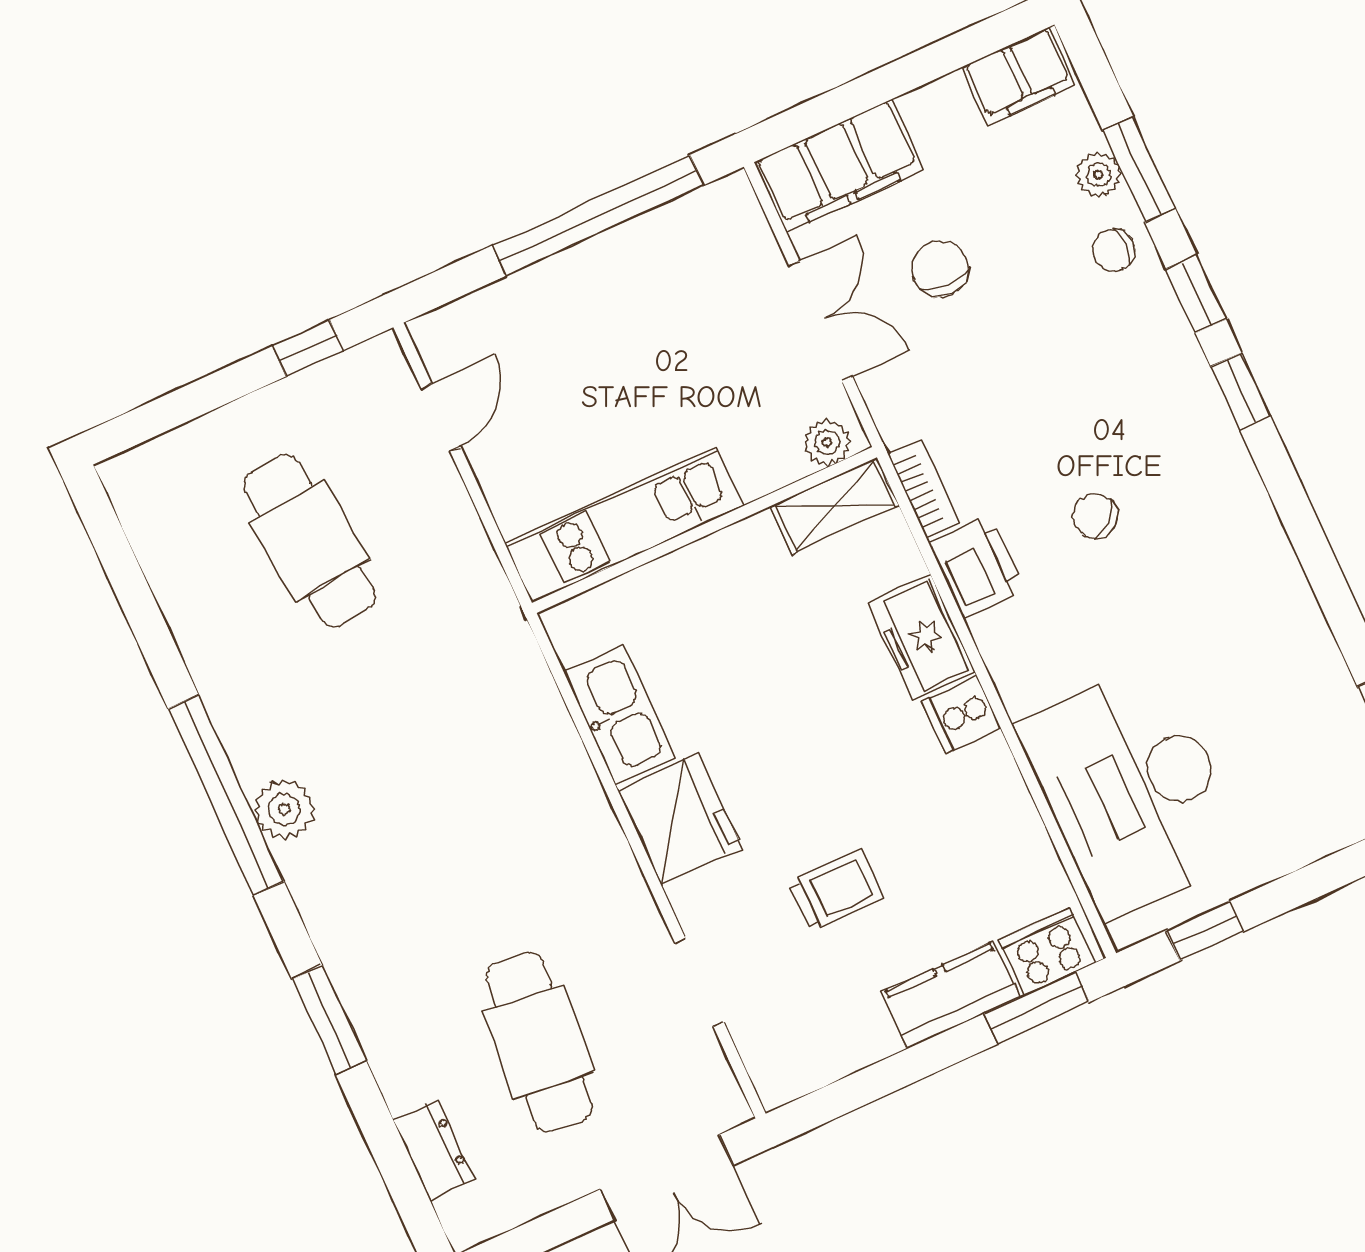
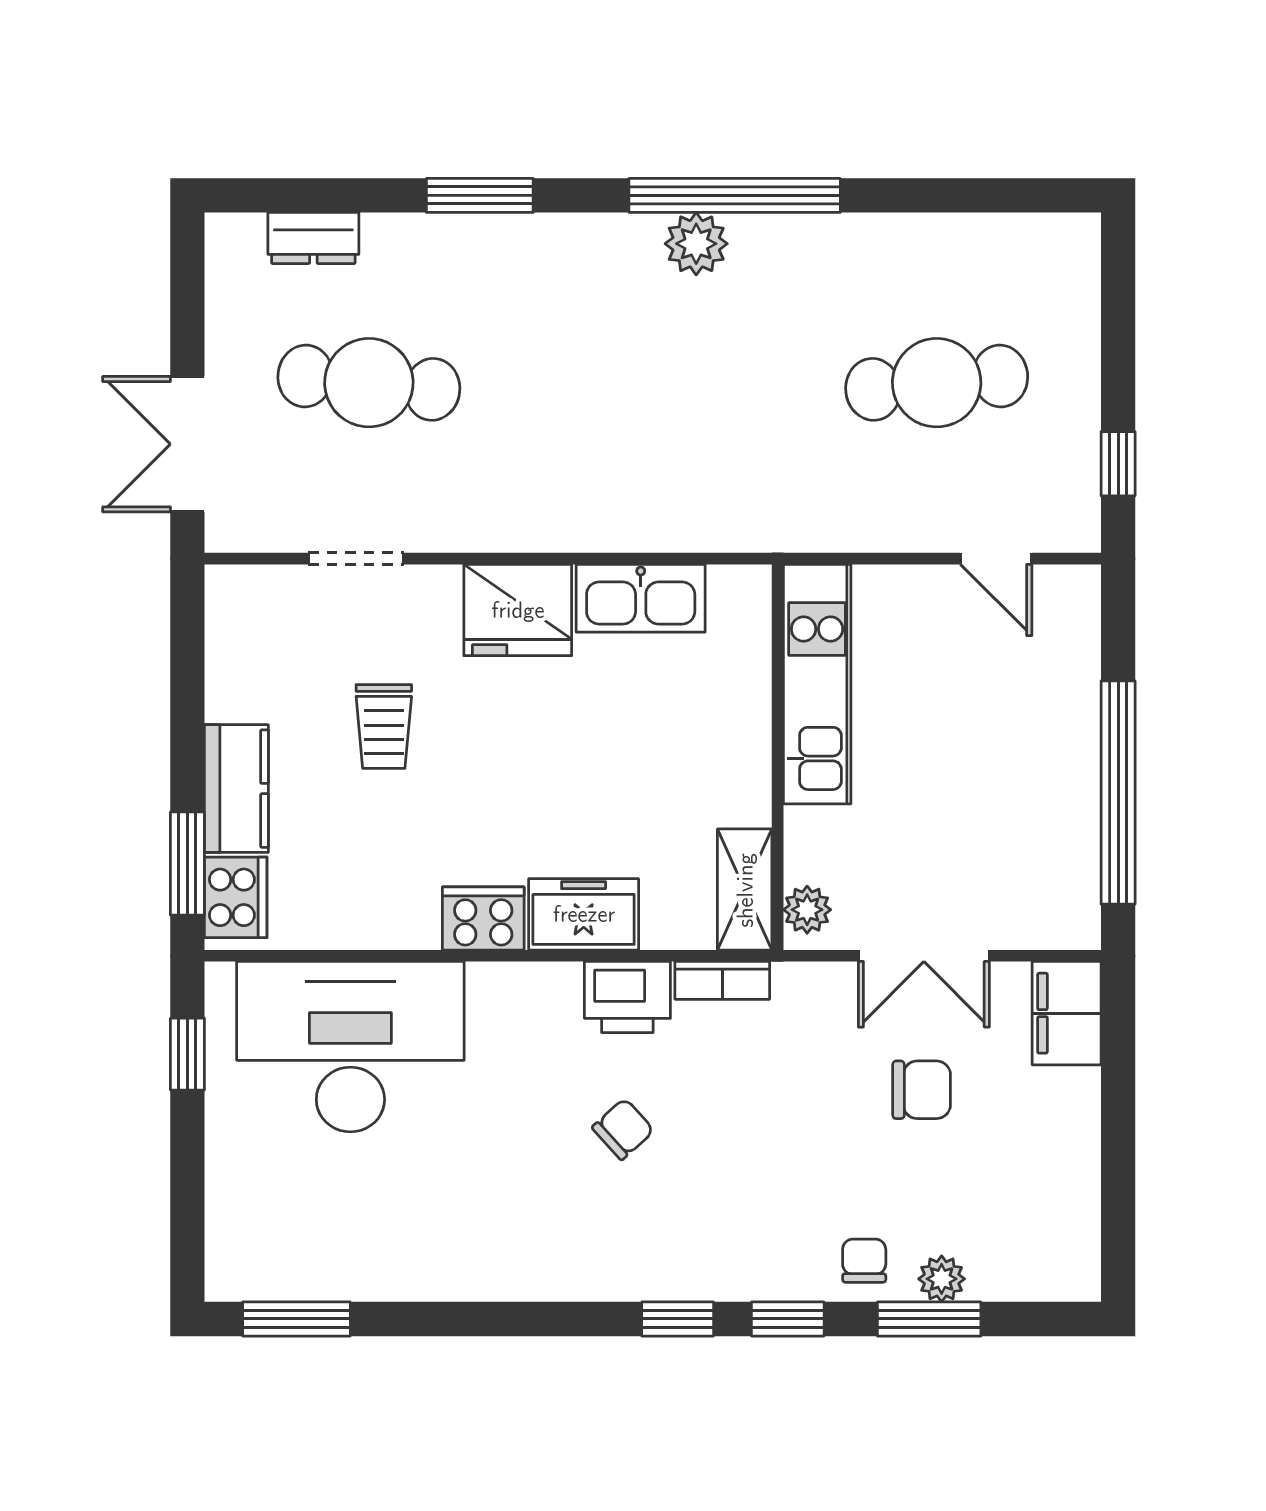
filing cabinet: (1019, 76) -> (1068, 1247), removed
filing cabinet: (839, 166) -> (1067, 1013), width x0.67, depth x0.86
cooker: (961, 715) -> (483, 919), width x1.36

